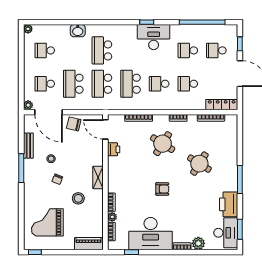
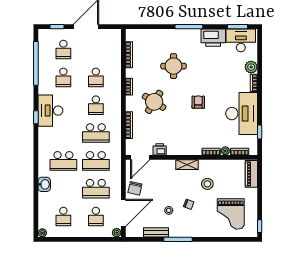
locker: (222, 105) -> (116, 44), removed
round table: (199, 164) -> (174, 66), turned -32

